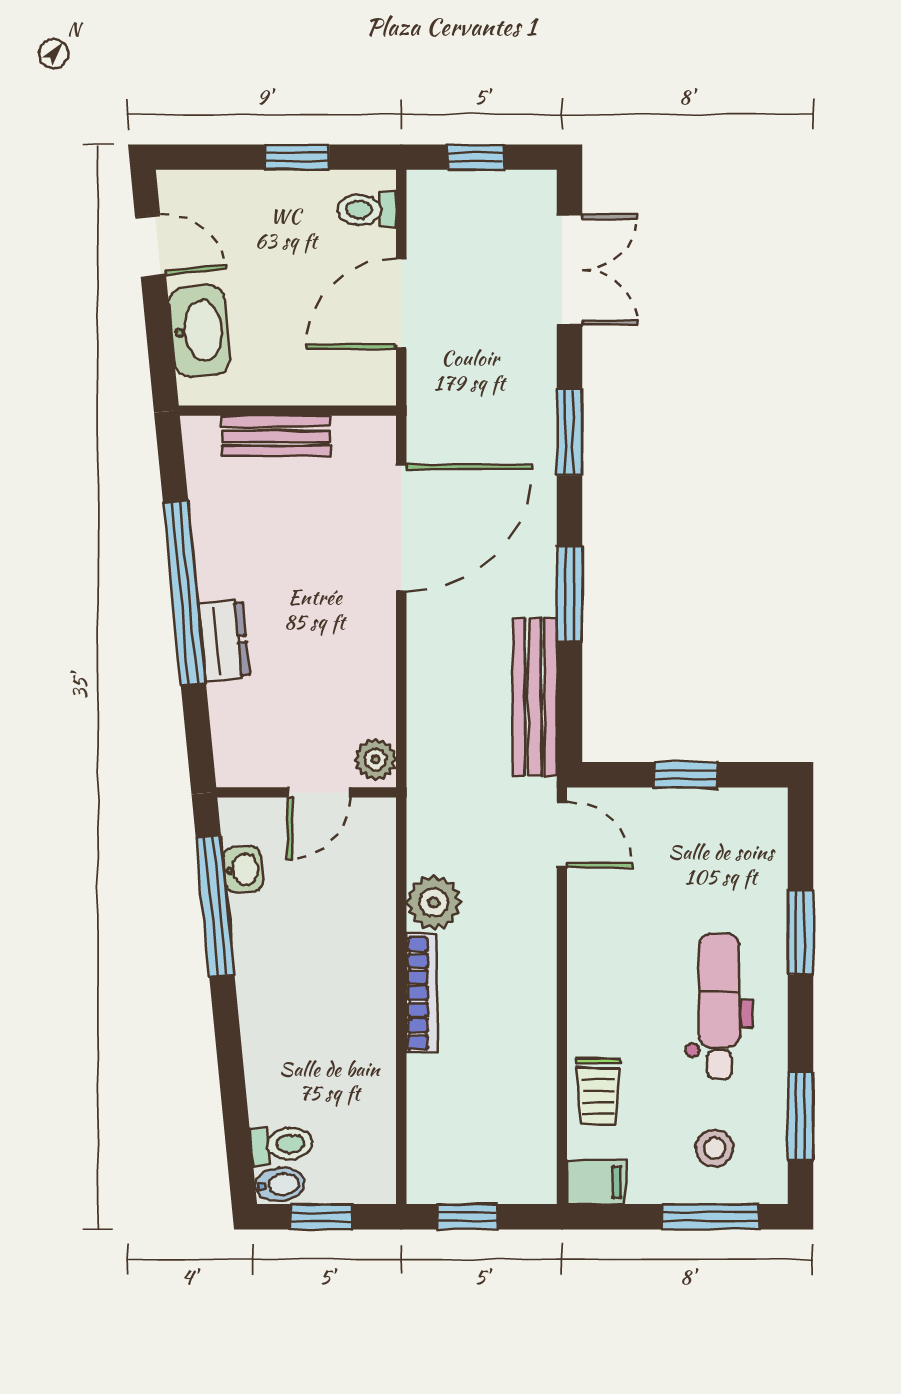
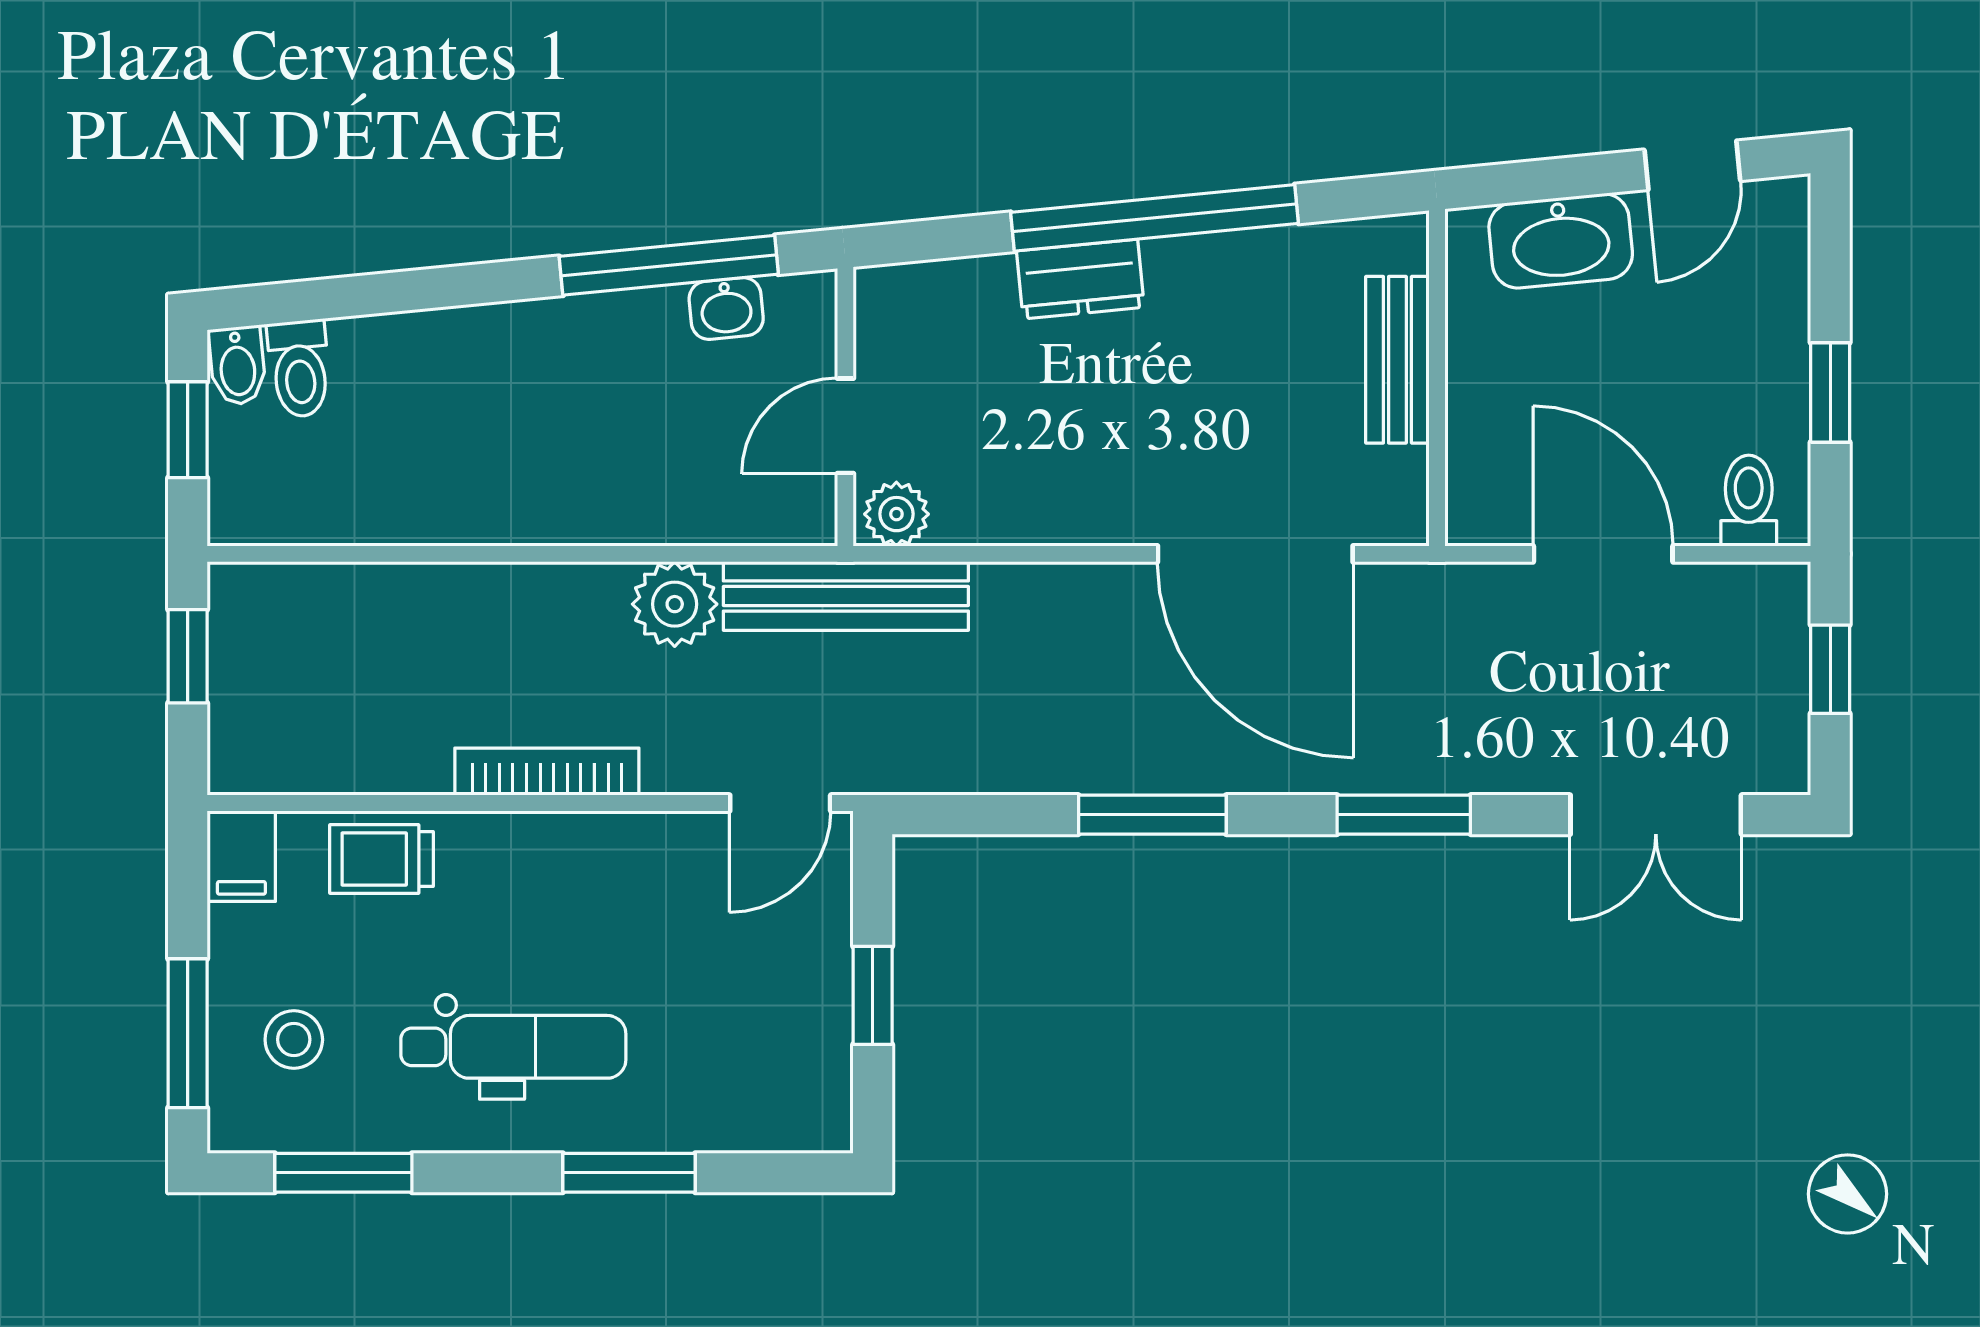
bench: (535, 697) -> (846, 596), moved
door: (319, 792) -> (845, 426), hinge flipped
bookcase: (421, 993) -> (547, 772), moved, turned 180

